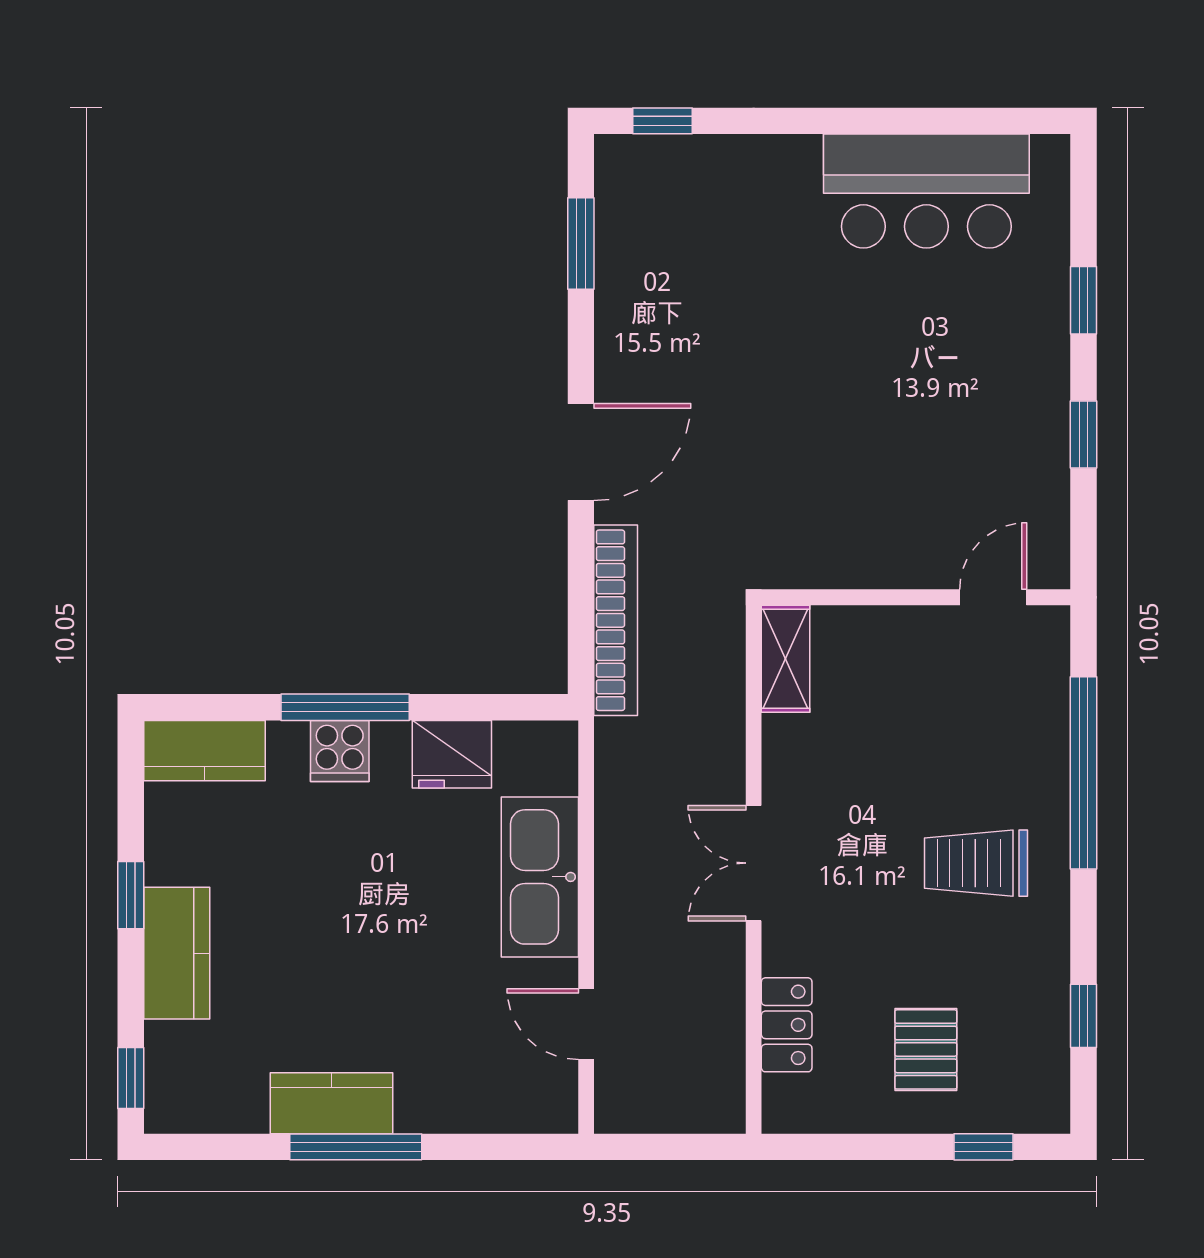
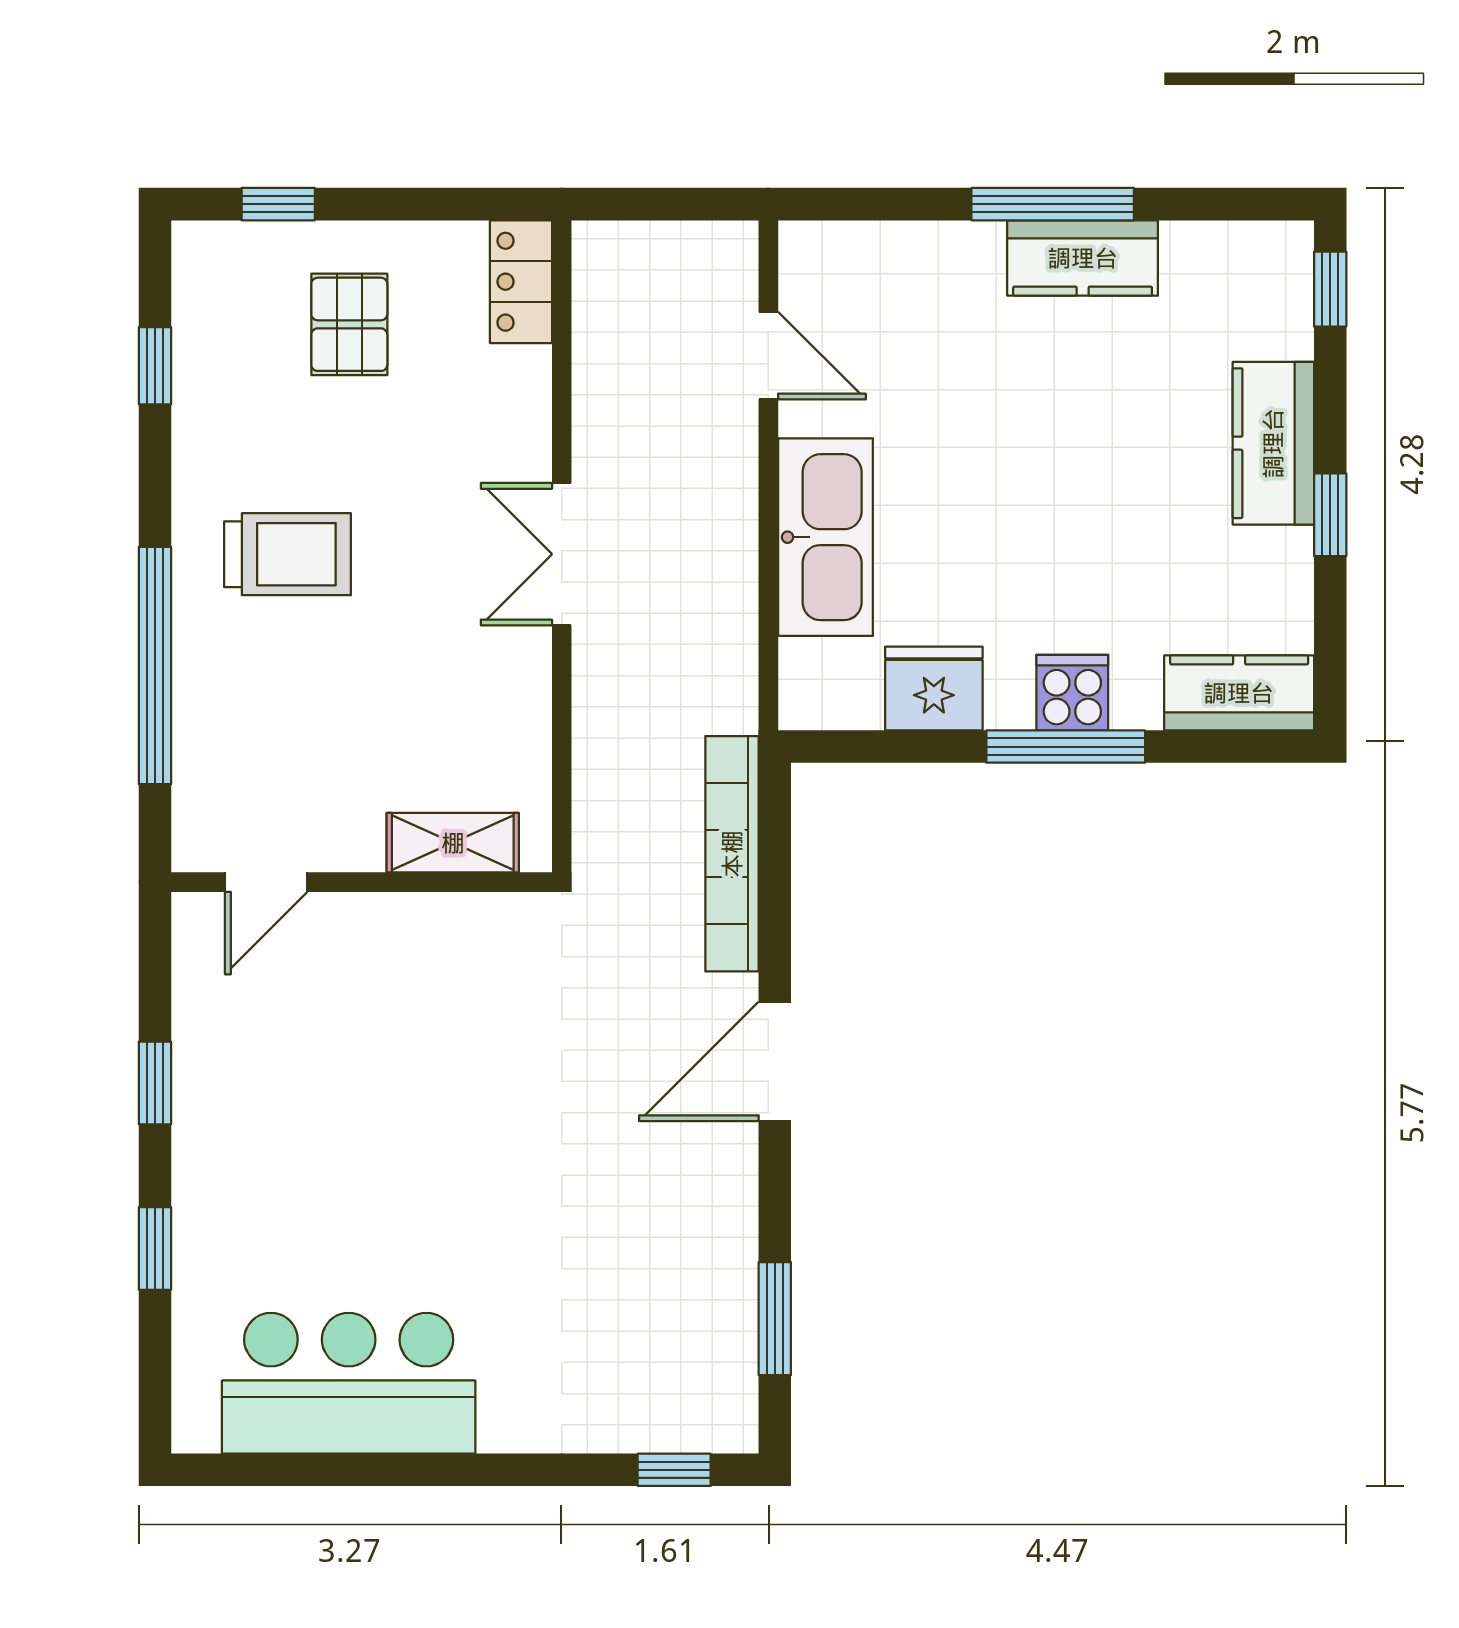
shelving: (786, 659) -> (453, 843), moved, turned 90
double door: (754, 863) -> (562, 554), swing flipped
locker: (787, 1025) -> (521, 282), moved

